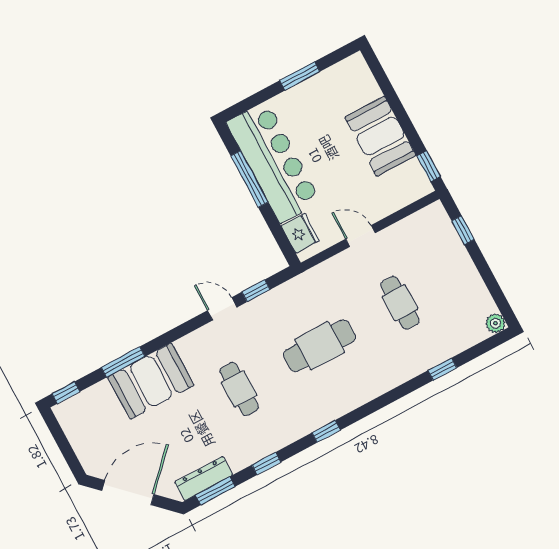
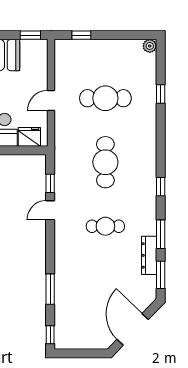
cafe table: (400, 303) -> (105, 98), width x1.37, depth x1.35
booth: (151, 381) -> (71, 278), removed
window: (266, 464) -> (161, 234), width x1.50
dresser: (204, 478) -> (149, 255), moved

